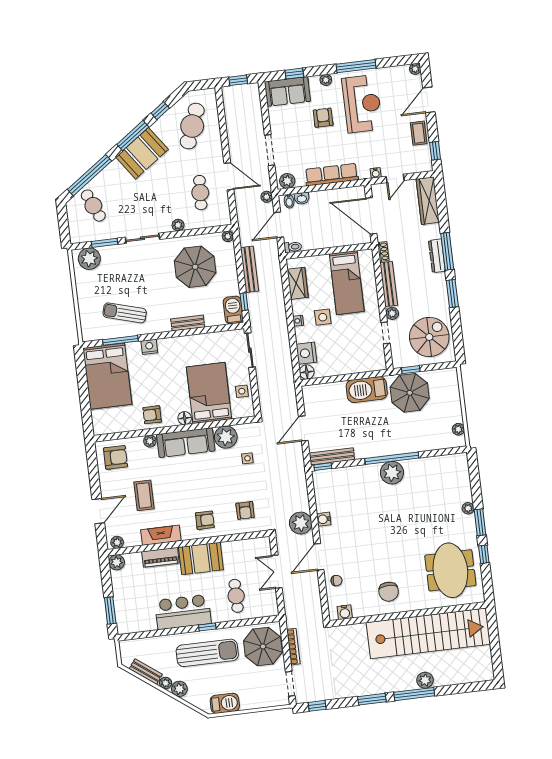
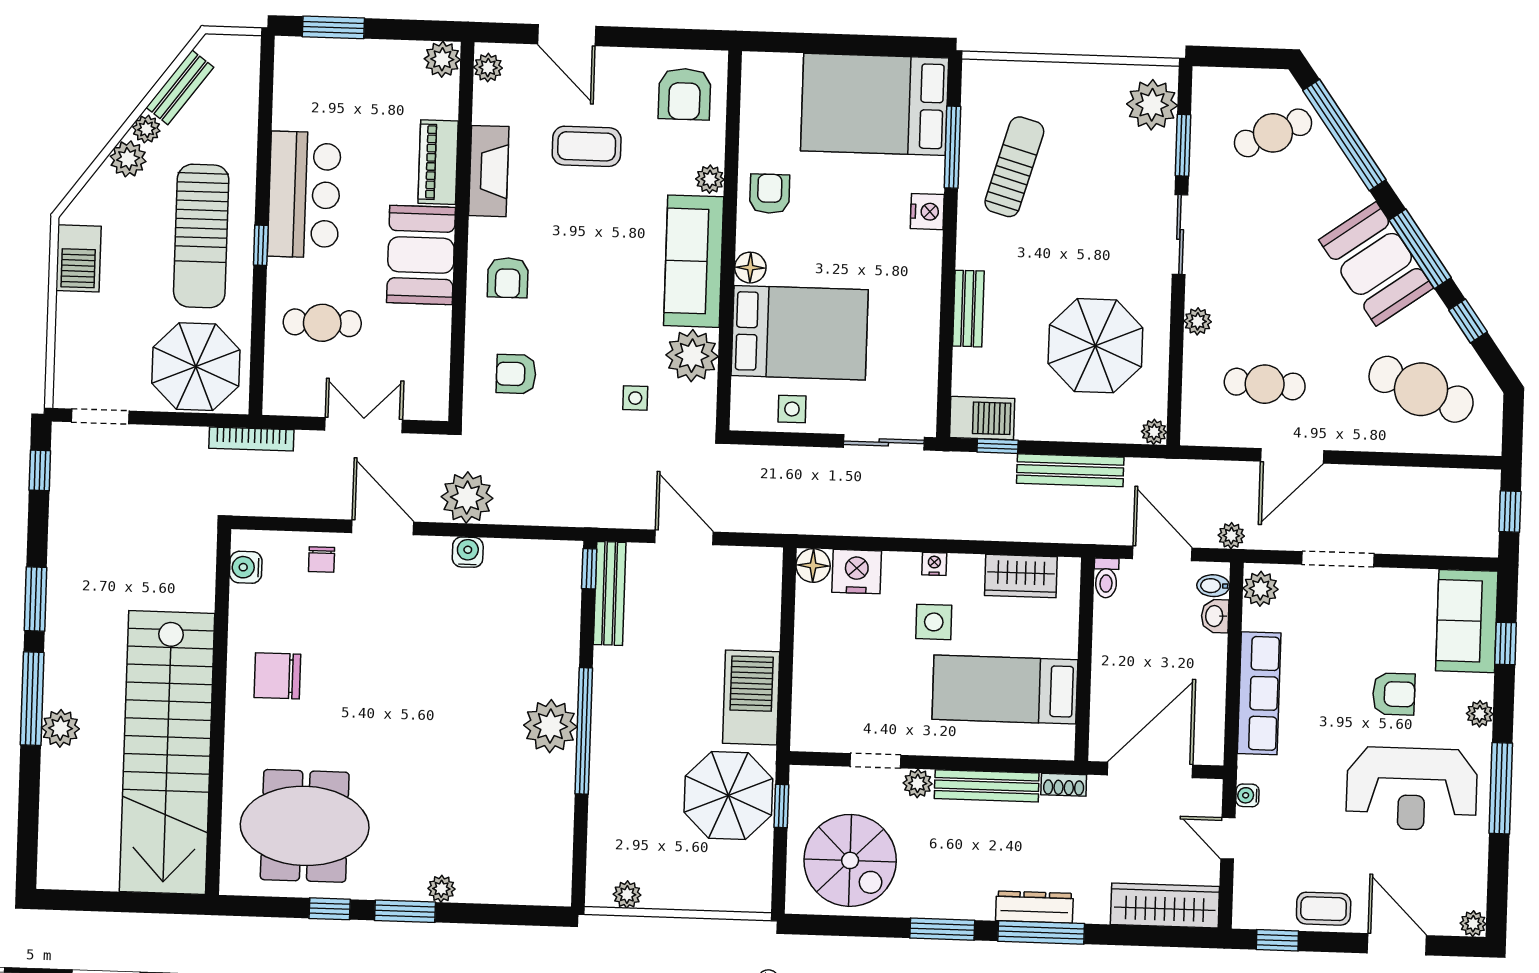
bookcase: (293, 647) -> (251, 439), moved

